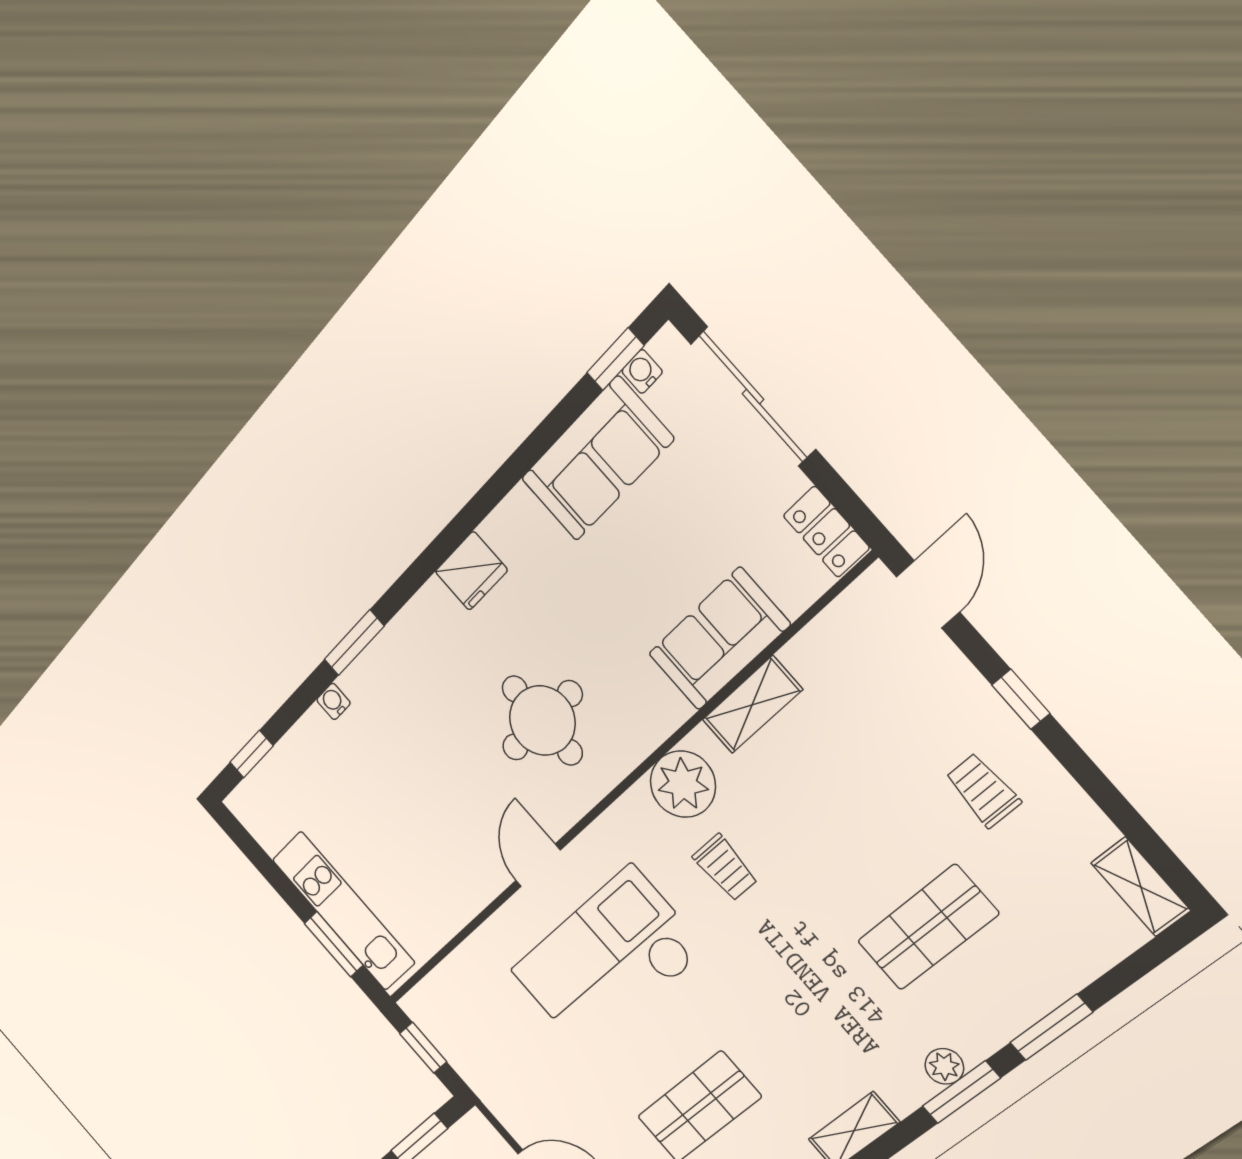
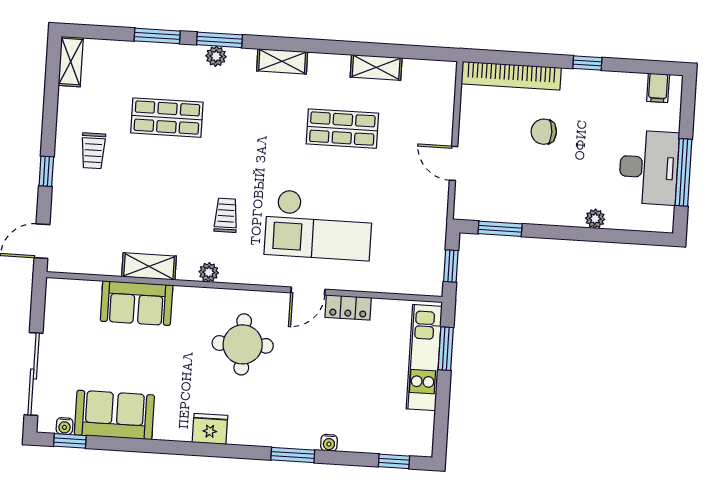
locker: (826, 532) -> (348, 307), moved, turned 90
plant: (683, 784) -> (209, 272), width x0.53, depth x0.53

